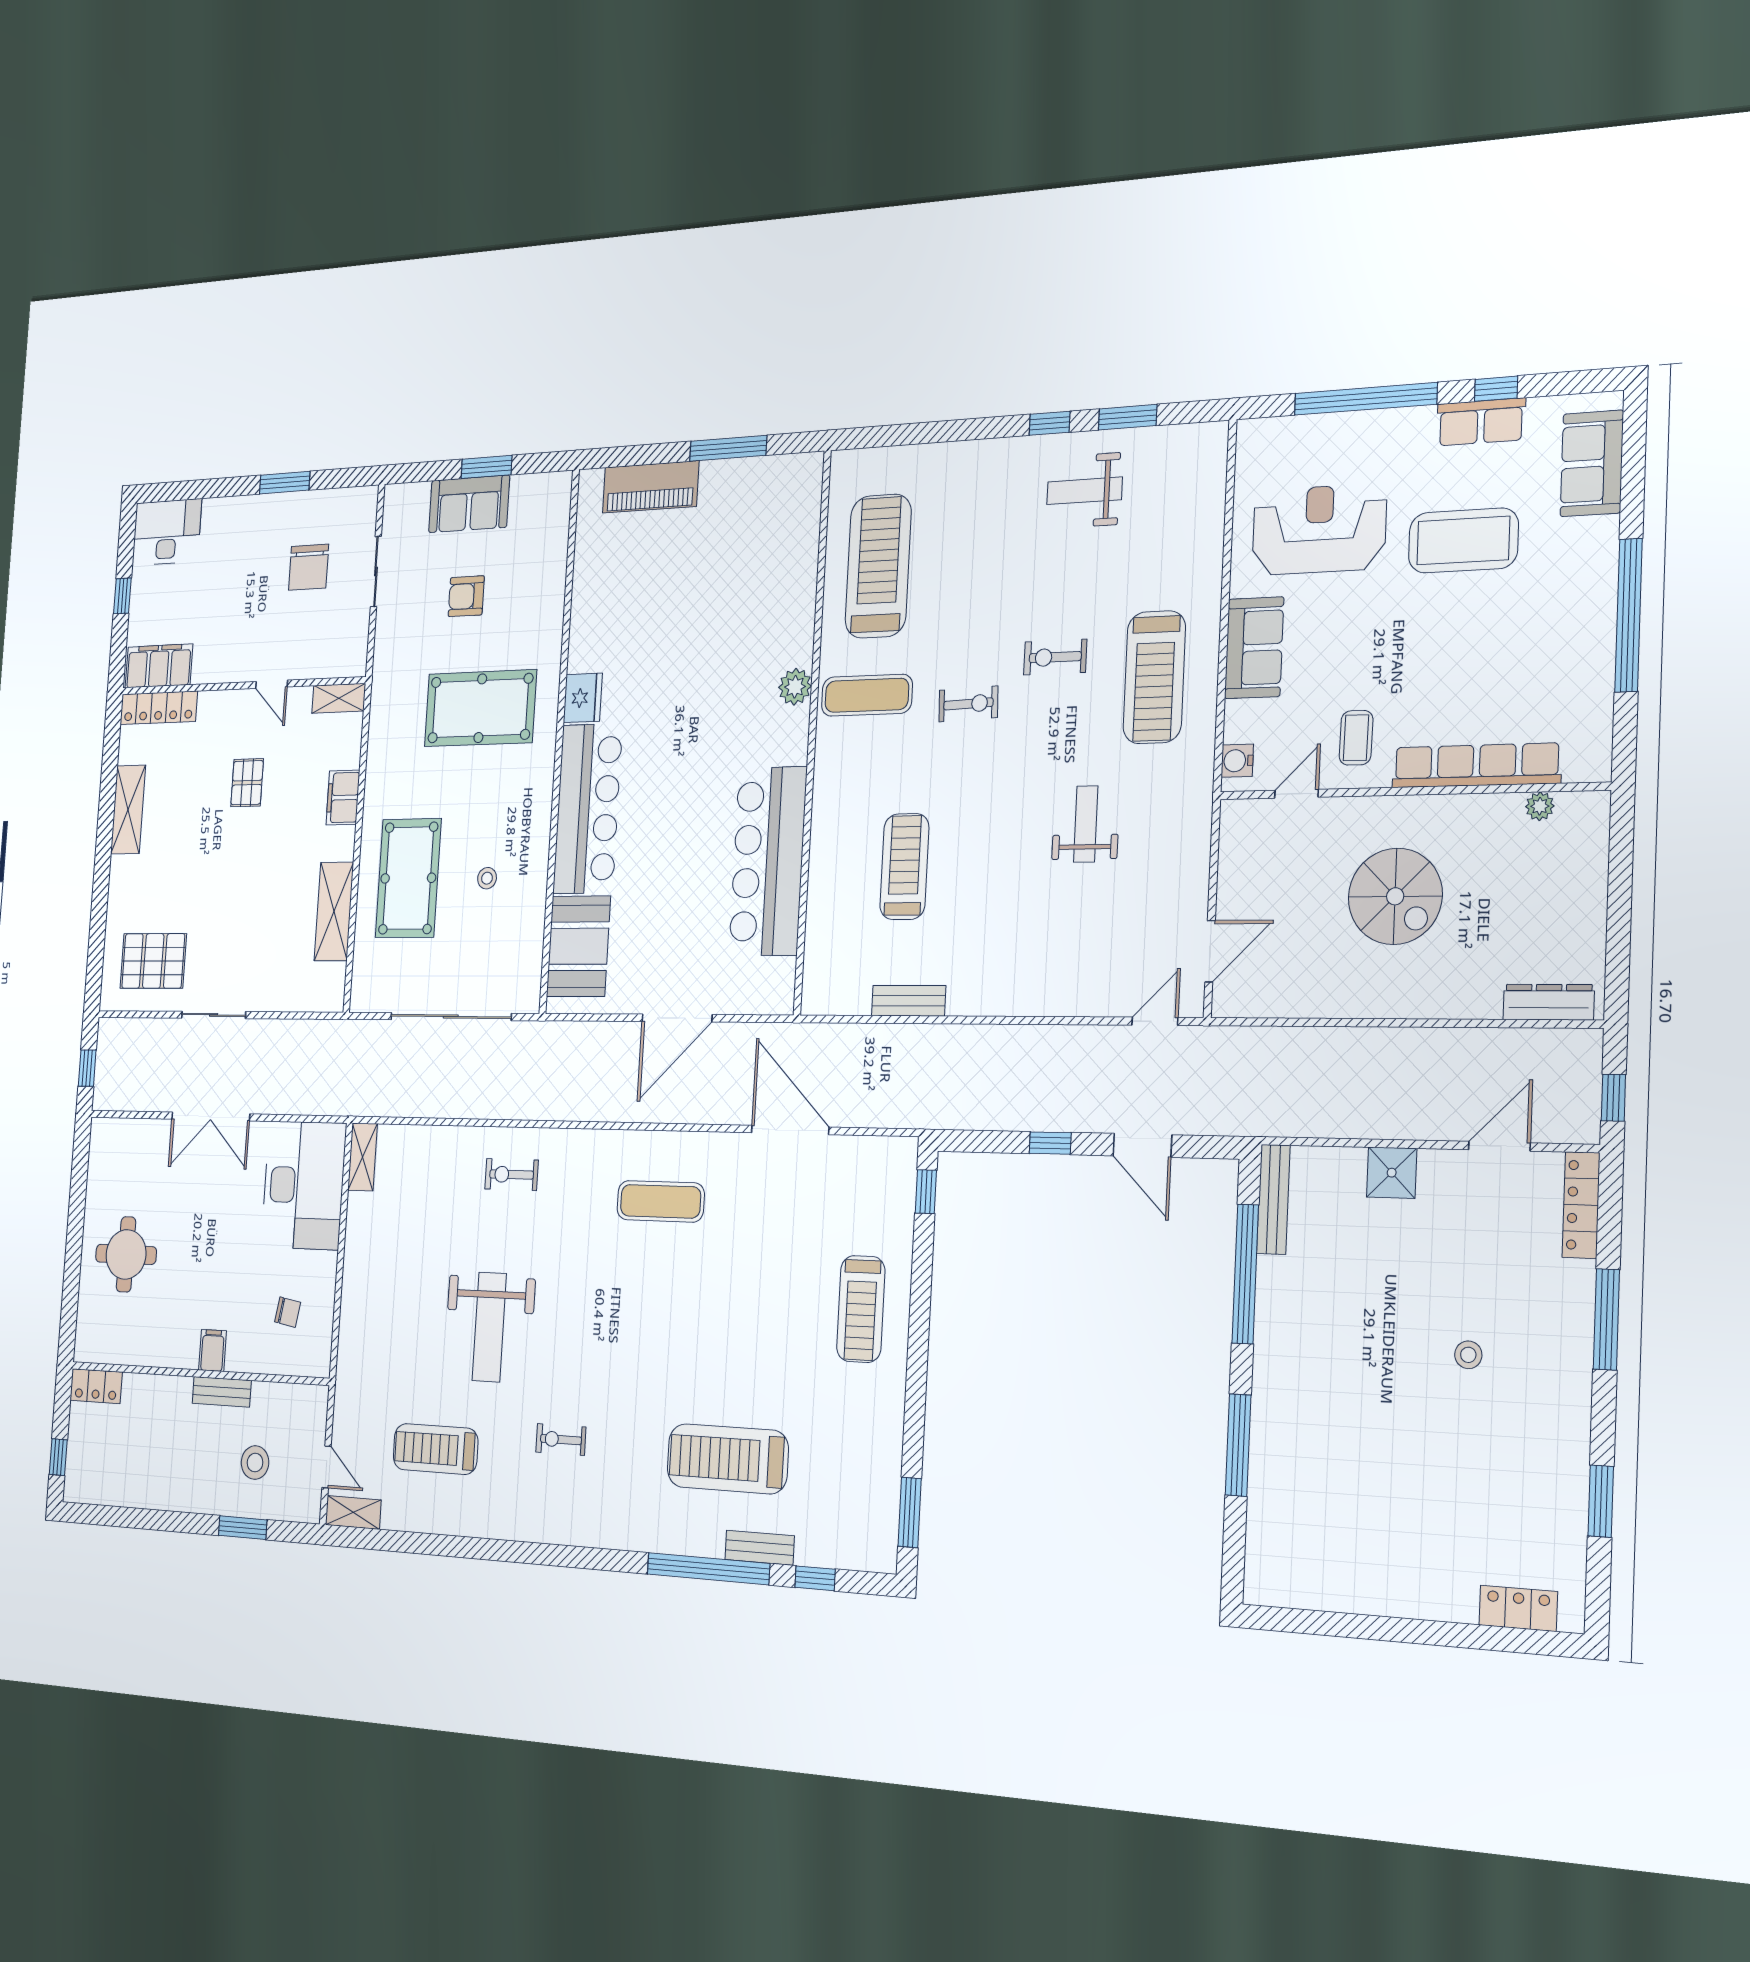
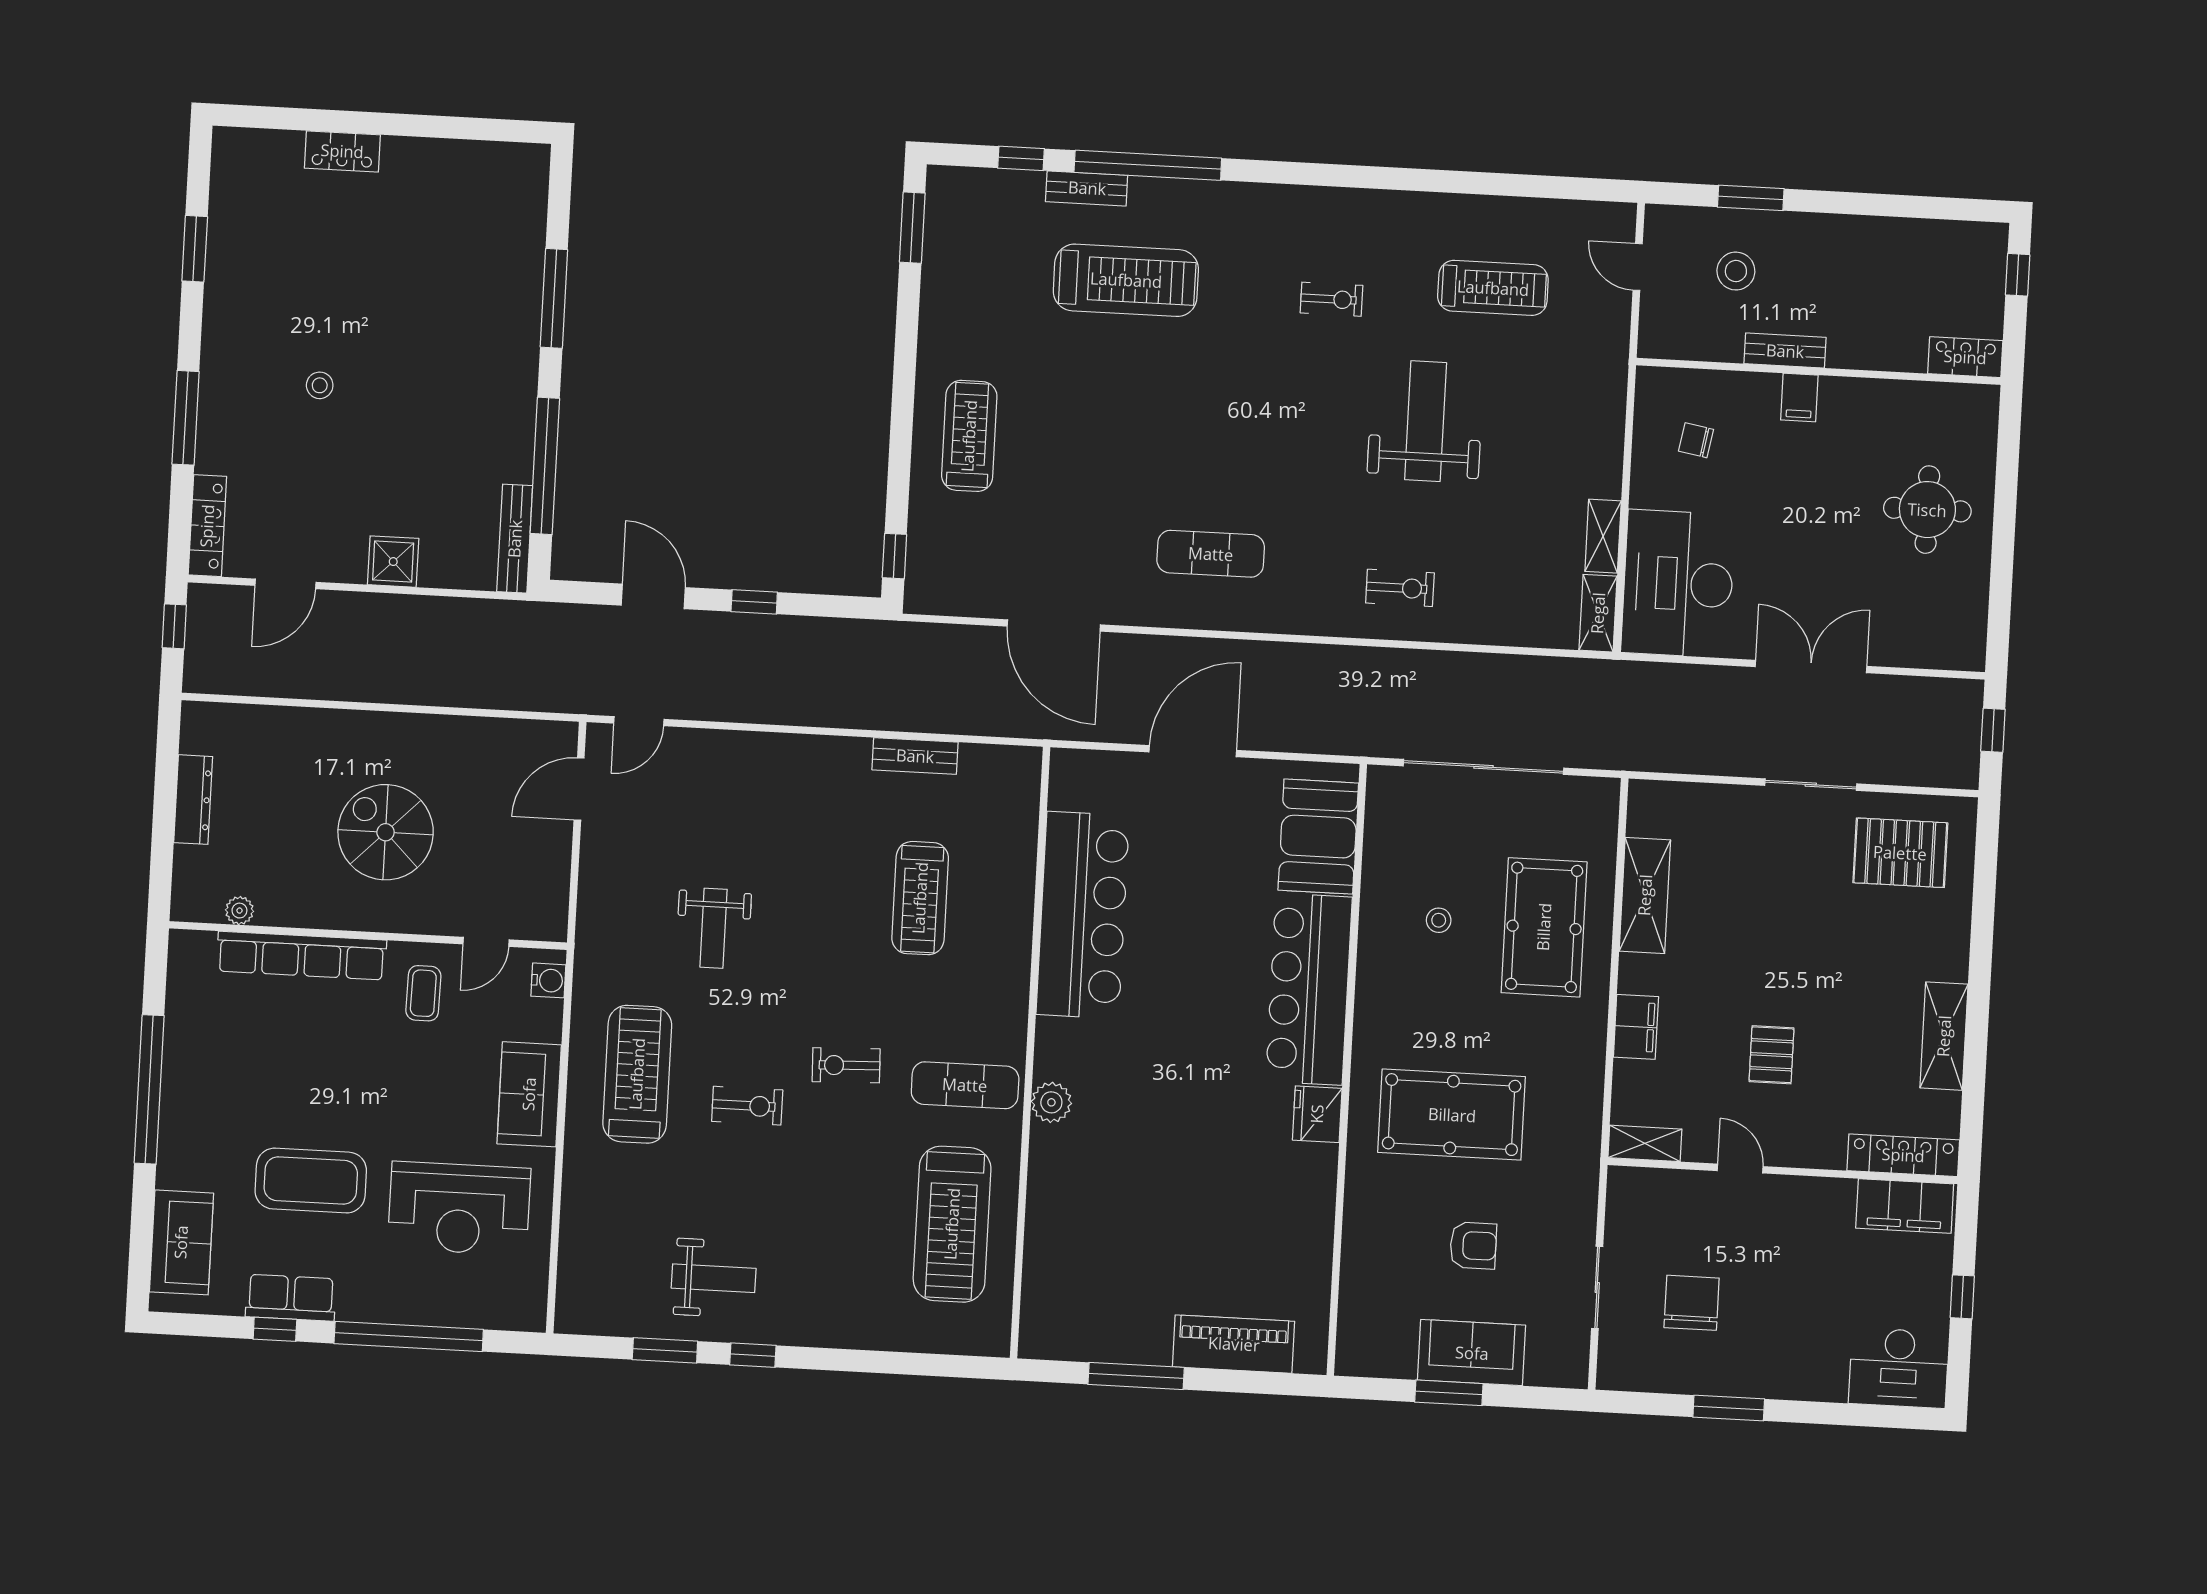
dresser: (1549, 1002) -> (193, 800), moved, turned -90
shelving: (353, 1512) -> (1603, 536), moved, turned 90
locker: (1518, 1608) -> (342, 151), moved

